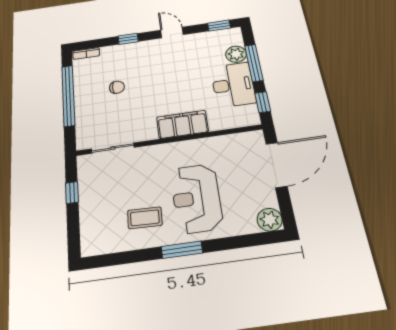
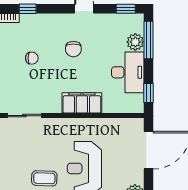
window: (128, 39) -> (28, 9), moved
window: (254, 63) -> (148, 40), moved
chair: (165, 71) -> (73, 49), added

